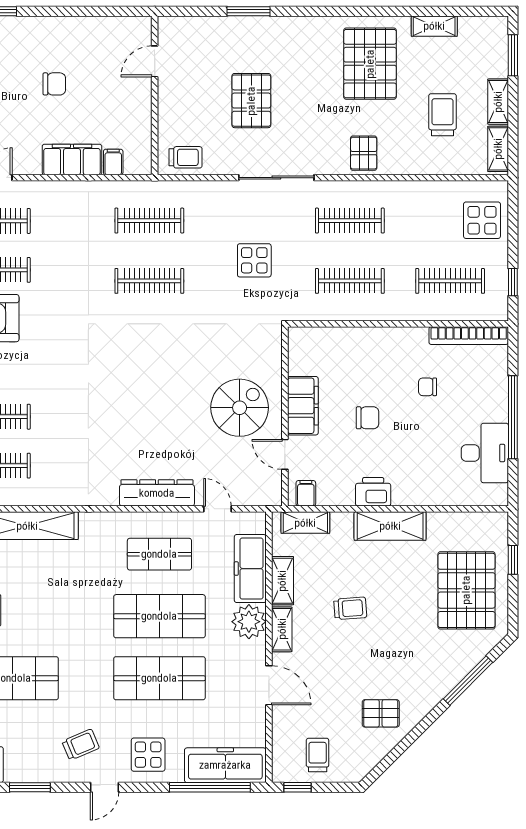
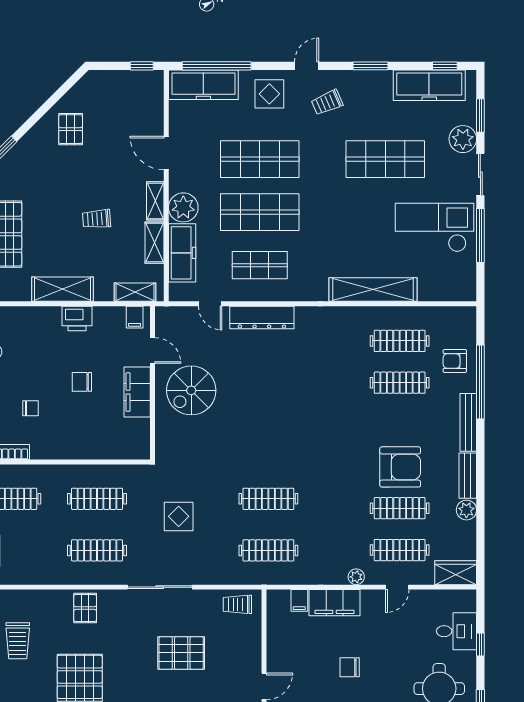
pallet: (251, 101) -> (181, 653), turned 90
plant: (47, 190) -> (356, 577), added
pallet: (381, 713) -> (71, 129), turned 90
trolley: (318, 755) -> (125, 93), removed

